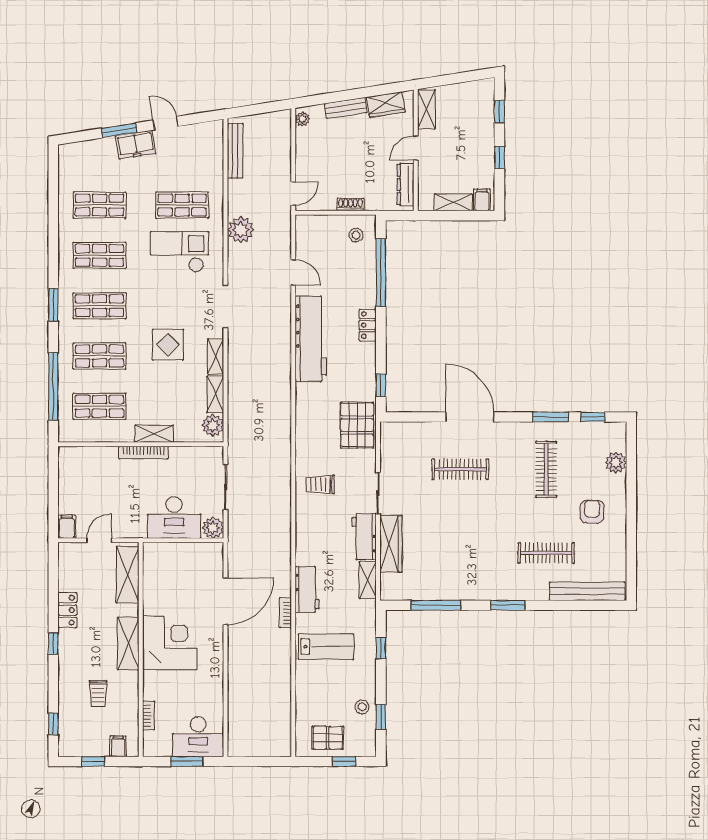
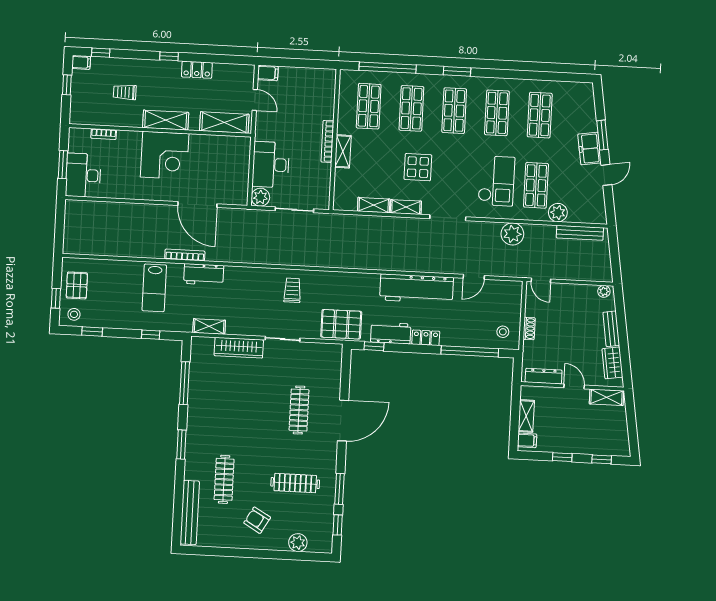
plant: (213, 425) -> (558, 213), moved
armchair: (592, 512) -> (257, 520), turned -151
workbench: (364, 537) -> (391, 333), moved
bookcase: (285, 613) -> (185, 255), width x1.56
stool: (362, 707) -> (74, 314), moved
filing cabinet: (118, 746) -> (81, 62), moved

